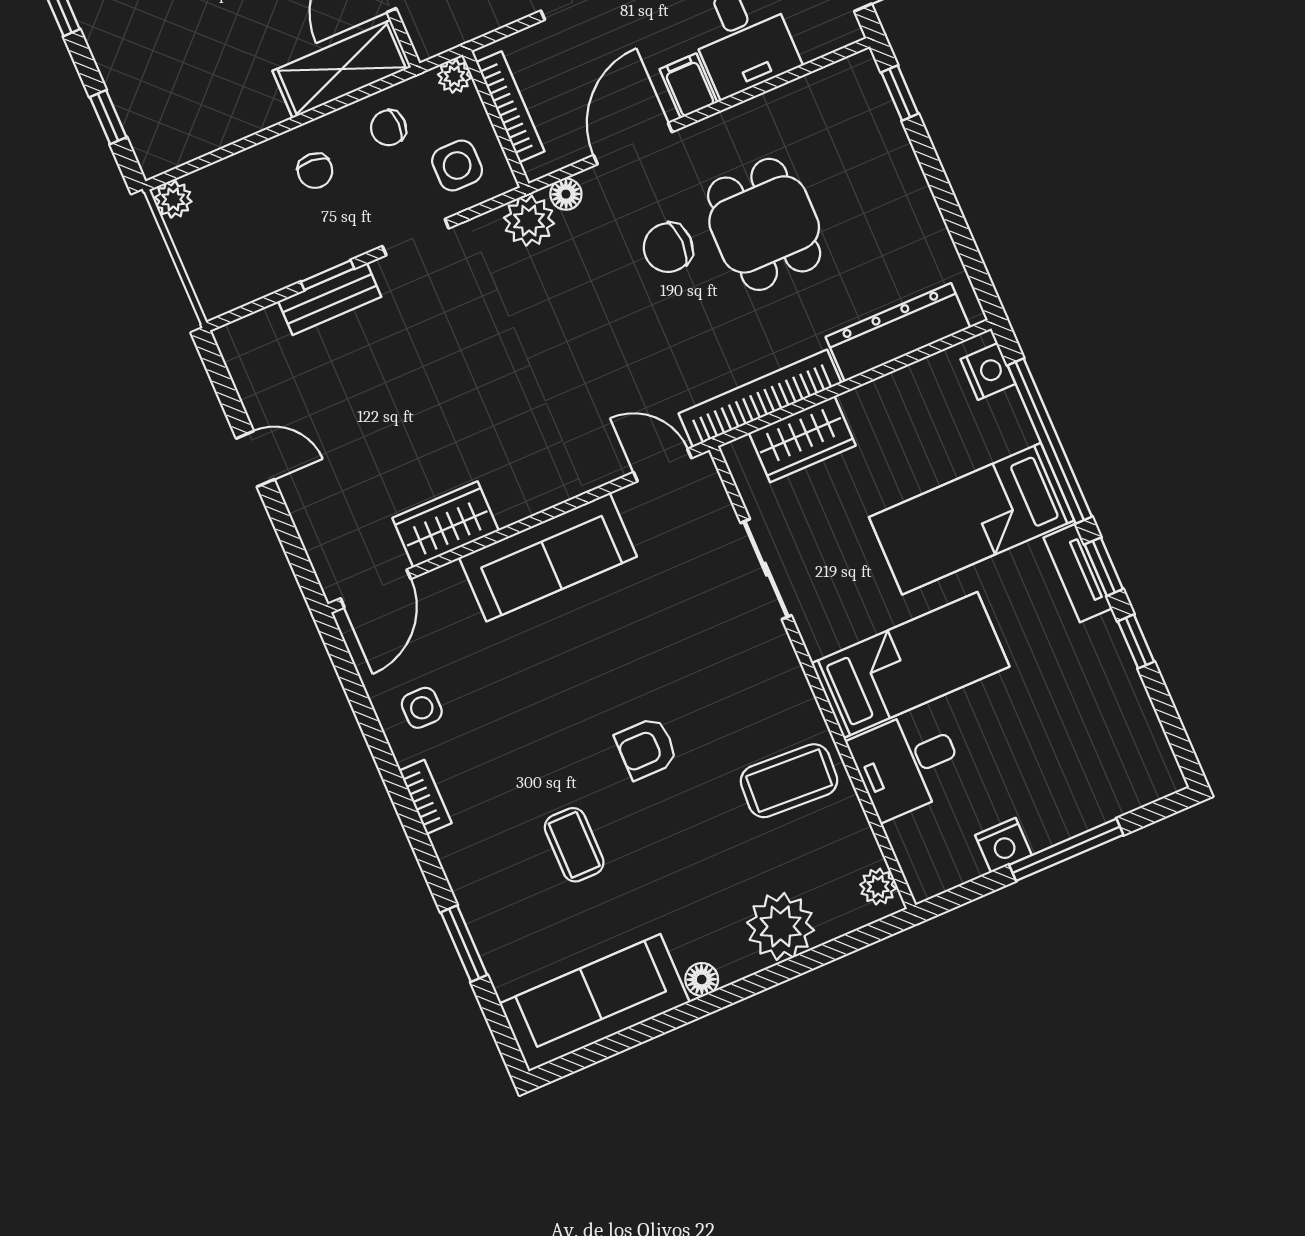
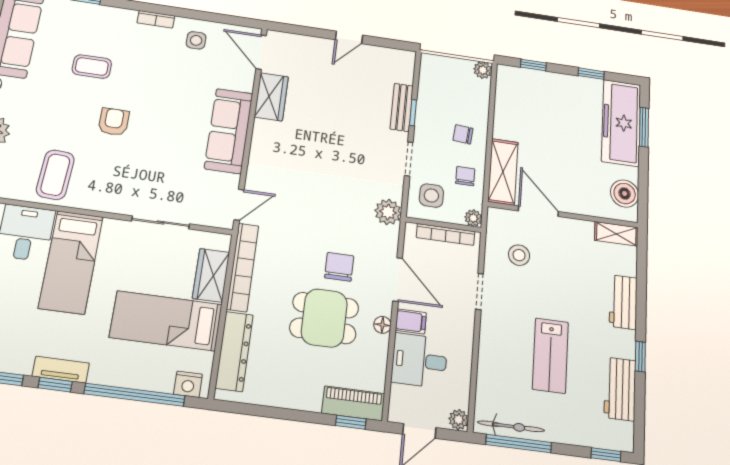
piano: (869, 105) -> (353, 403), added
floor lamp: (566, 194) -> (382, 325), moved
bed: (972, 519) -> (166, 321), moved, turned -90

